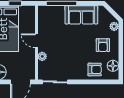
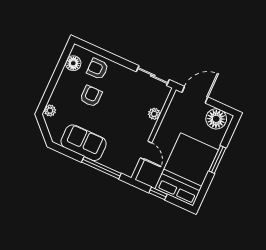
door: (36, 41) -> (146, 150), moved
armchair: (103, 45) -> (91, 96), moved

